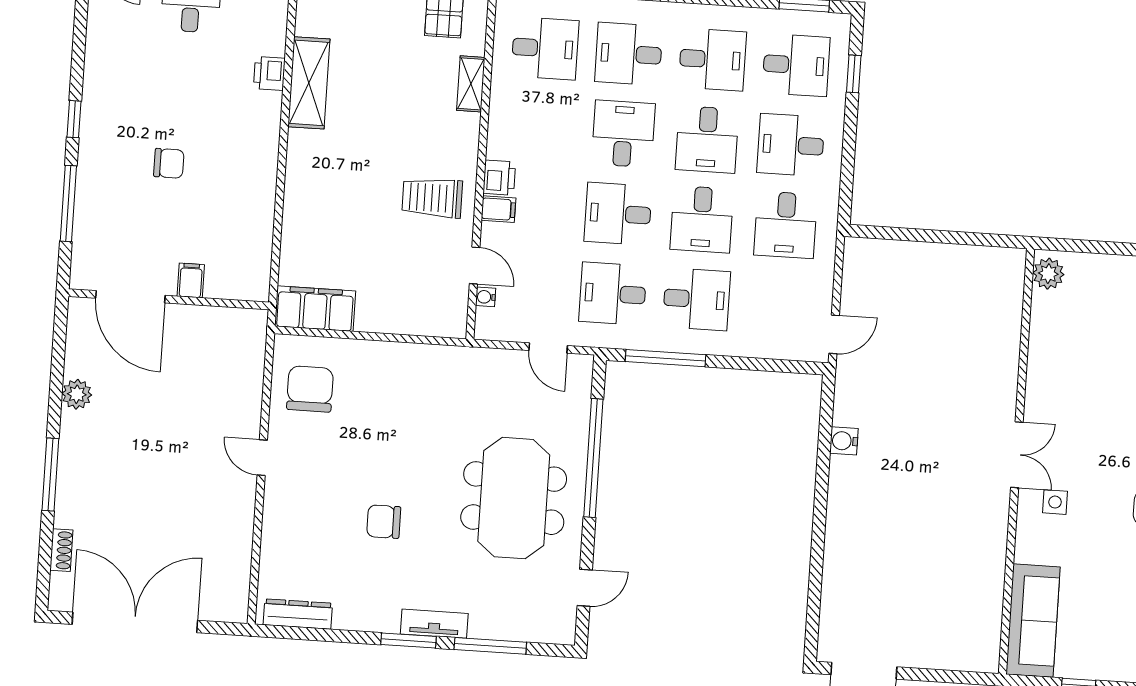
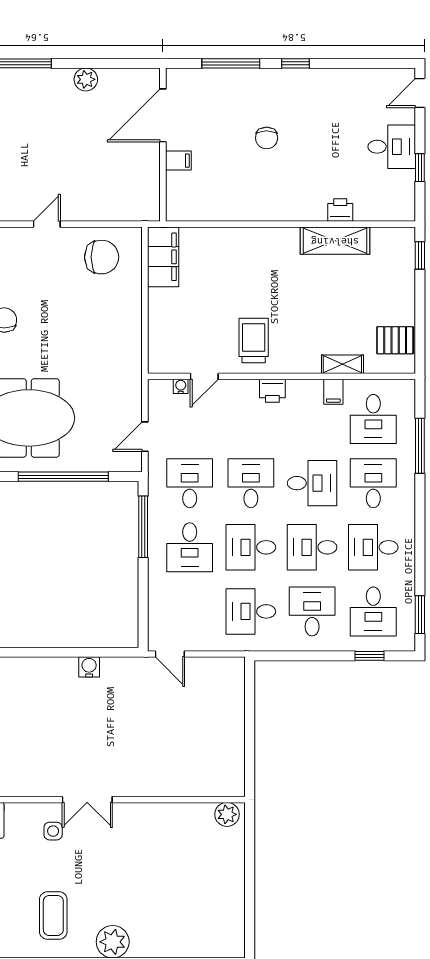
desk: (712, 59) -> (373, 547), turned 90
filing cabinet: (498, 209) -> (333, 392), moved

